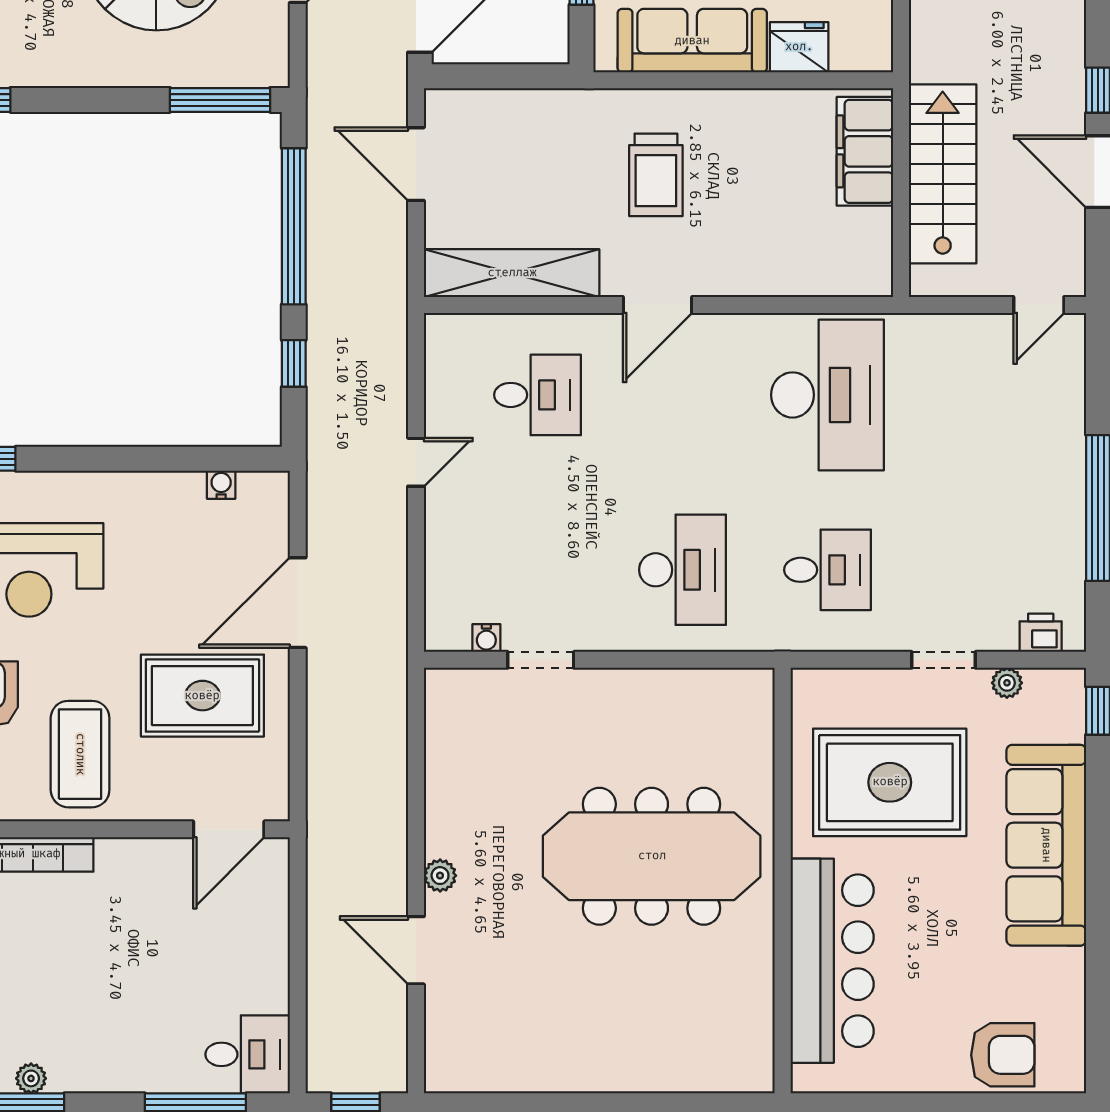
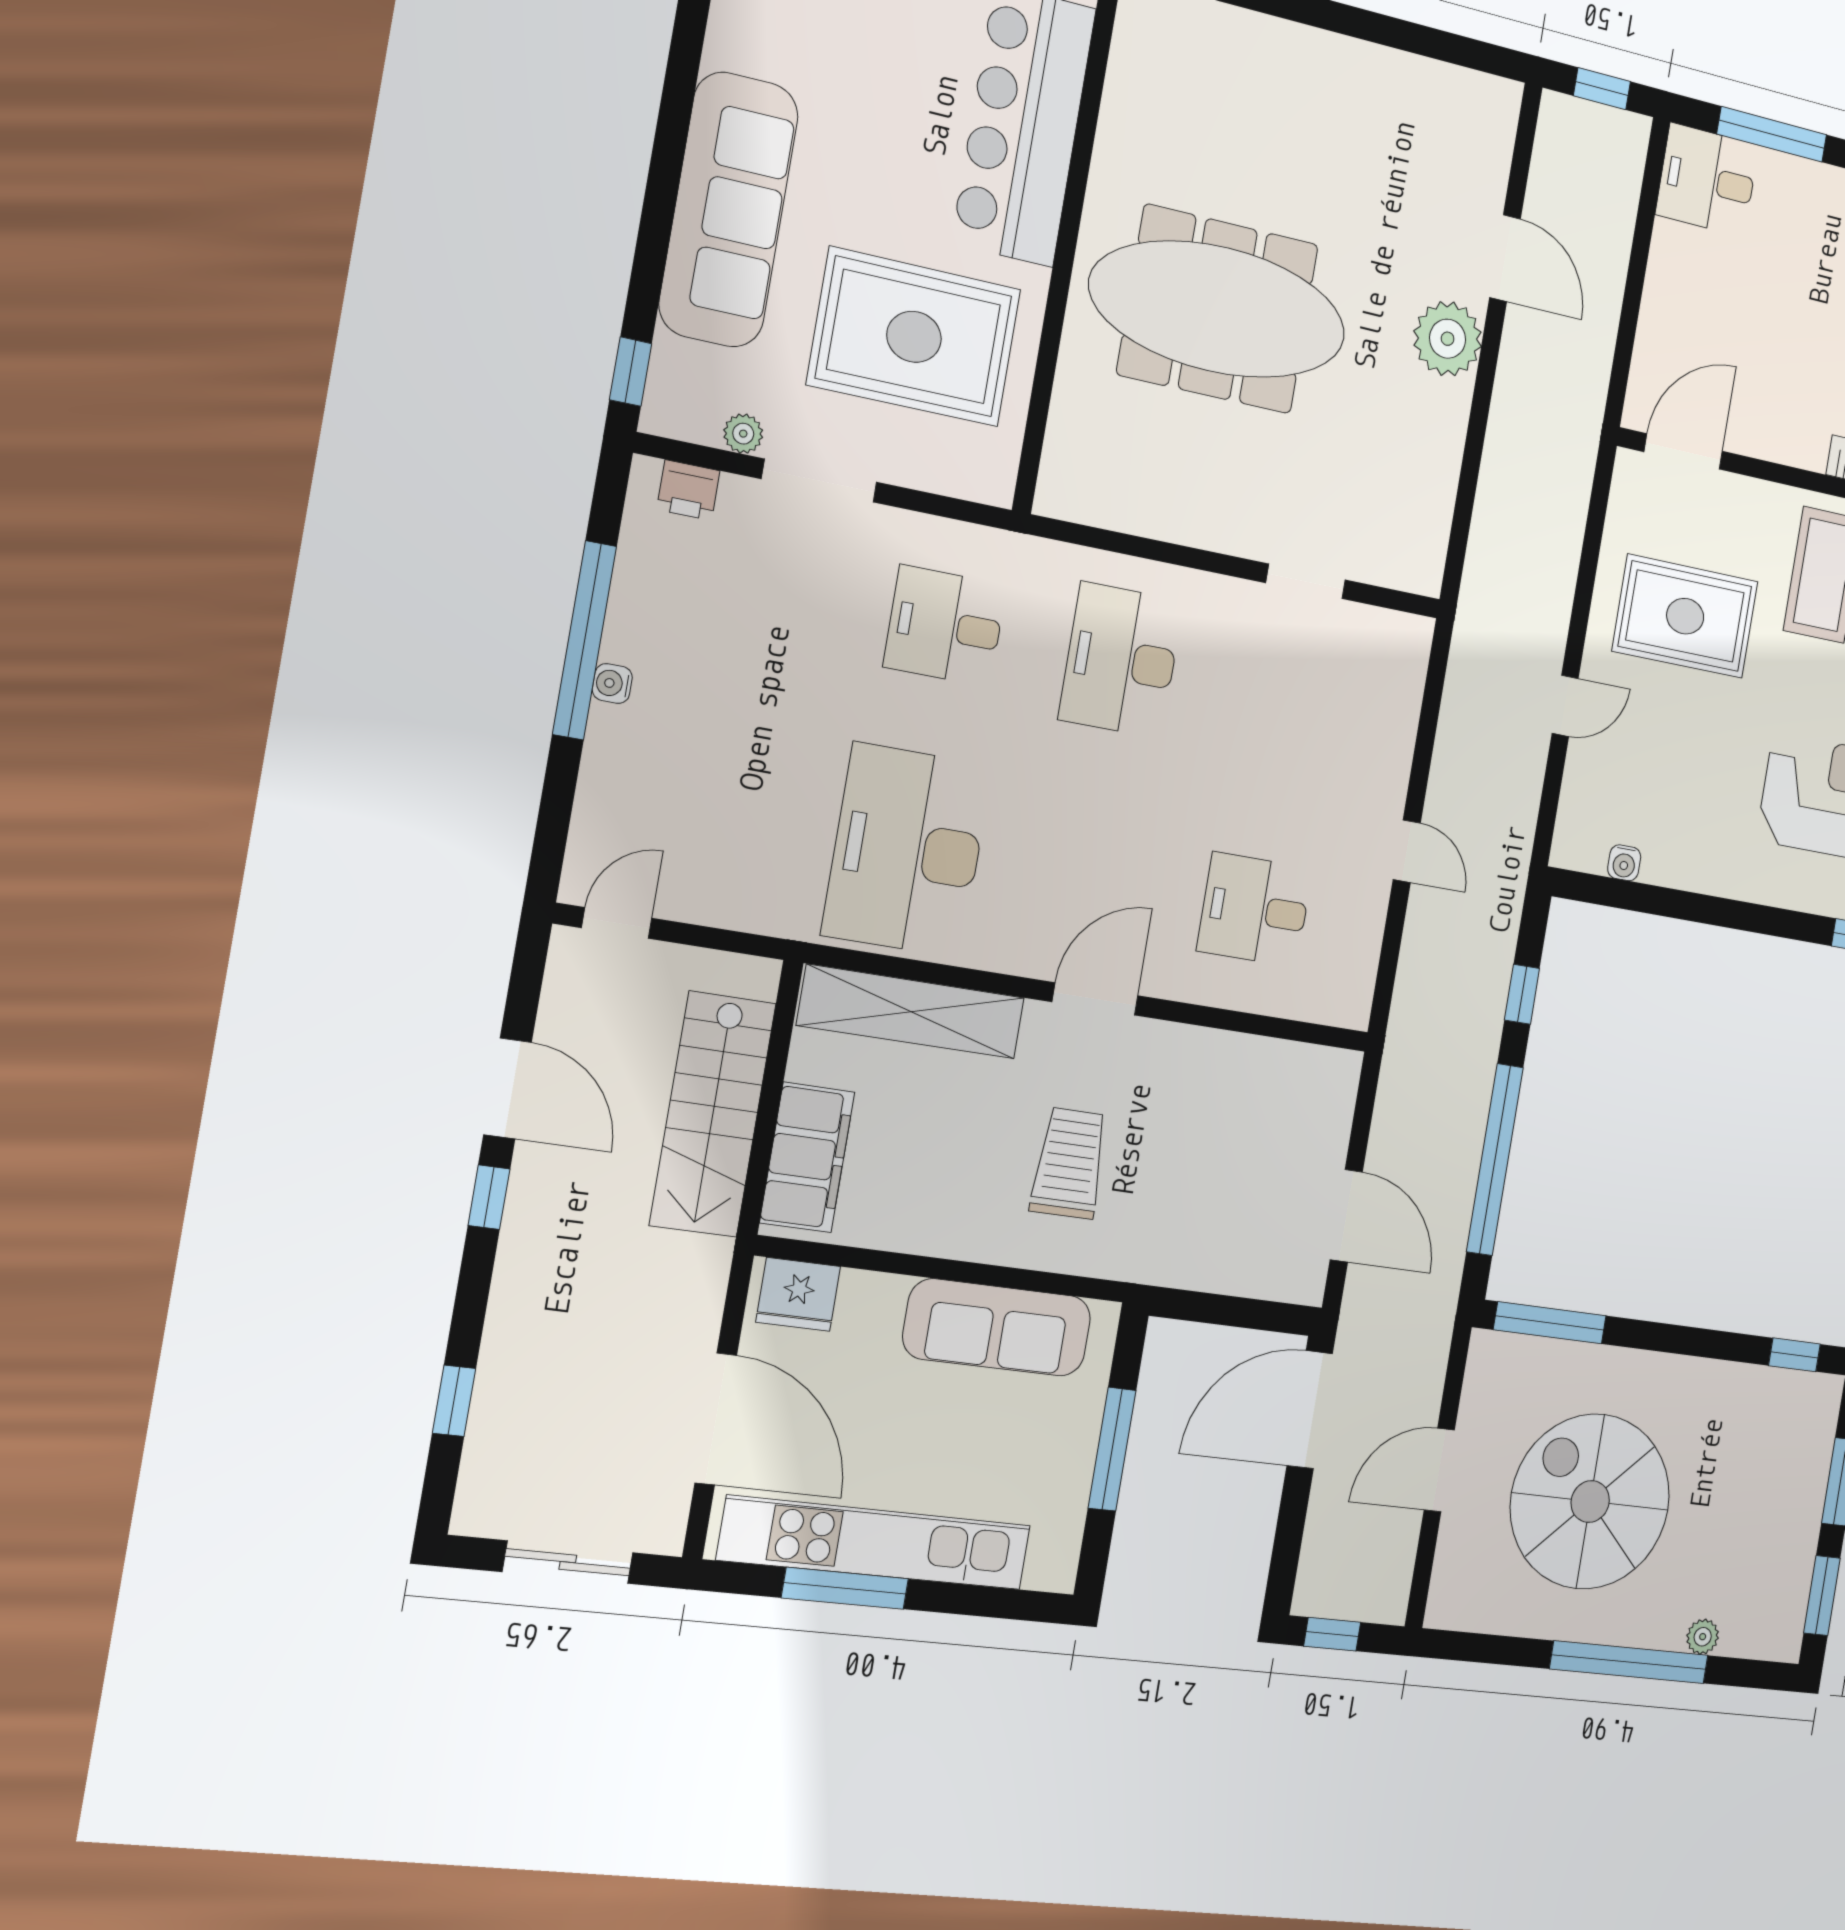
fridge: (799, 47) -> (798, 1294), moved
shelving: (512, 273) -> (911, 1012), moved
door: (416, 462) -> (1407, 851), swing flipped
door: (298, 603) -> (1565, 706), width x0.53
water cooler: (486, 638) -> (612, 683), moved, turned -90
doorway: (944, 660) -> (819, 481), width x1.38
plant: (440, 876) -> (1448, 339), width x1.88, depth x1.88

